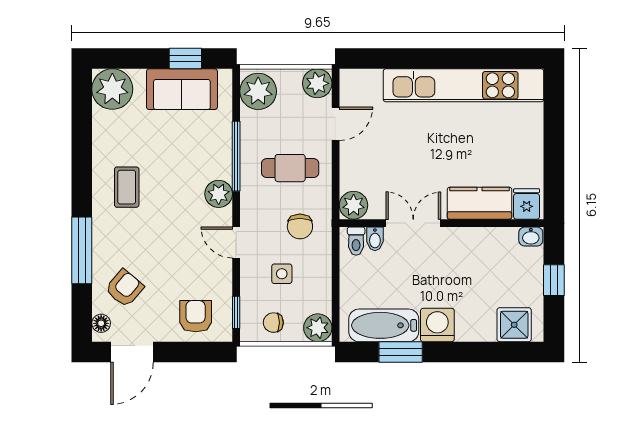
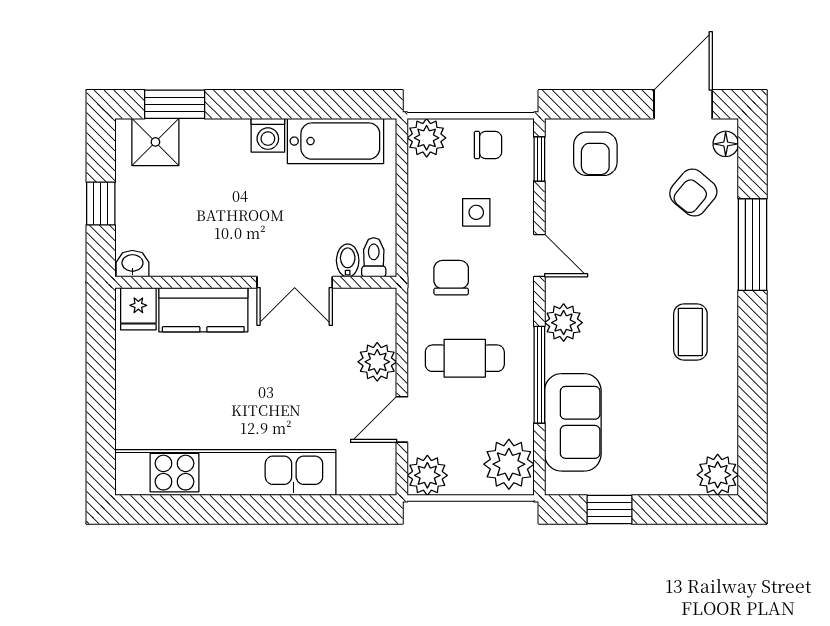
plant: (112, 89) -> (718, 475), width x0.73, depth x0.73
sofa: (182, 89) -> (573, 422), moved, turned 90
plant: (354, 205) -> (377, 362), moved
washing machine: (437, 325) -> (268, 135), width x0.73, depth x0.73
window: (401, 352) -> (175, 104), moved

